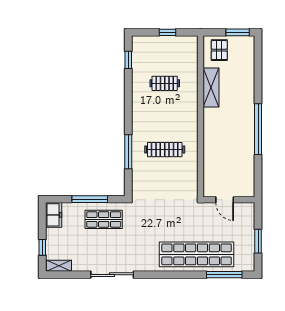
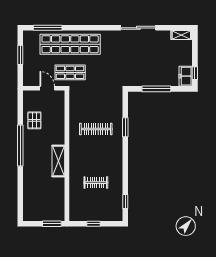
window: (238, 32) -> (52, 224), moved
pallet: (219, 50) -> (34, 120), moved
shelving: (211, 88) -> (58, 161), moved
window: (128, 152) -> (125, 127), width x0.69
shop shelf: (104, 219) -> (70, 72), moved
window: (42, 247) -> (195, 73), moved

